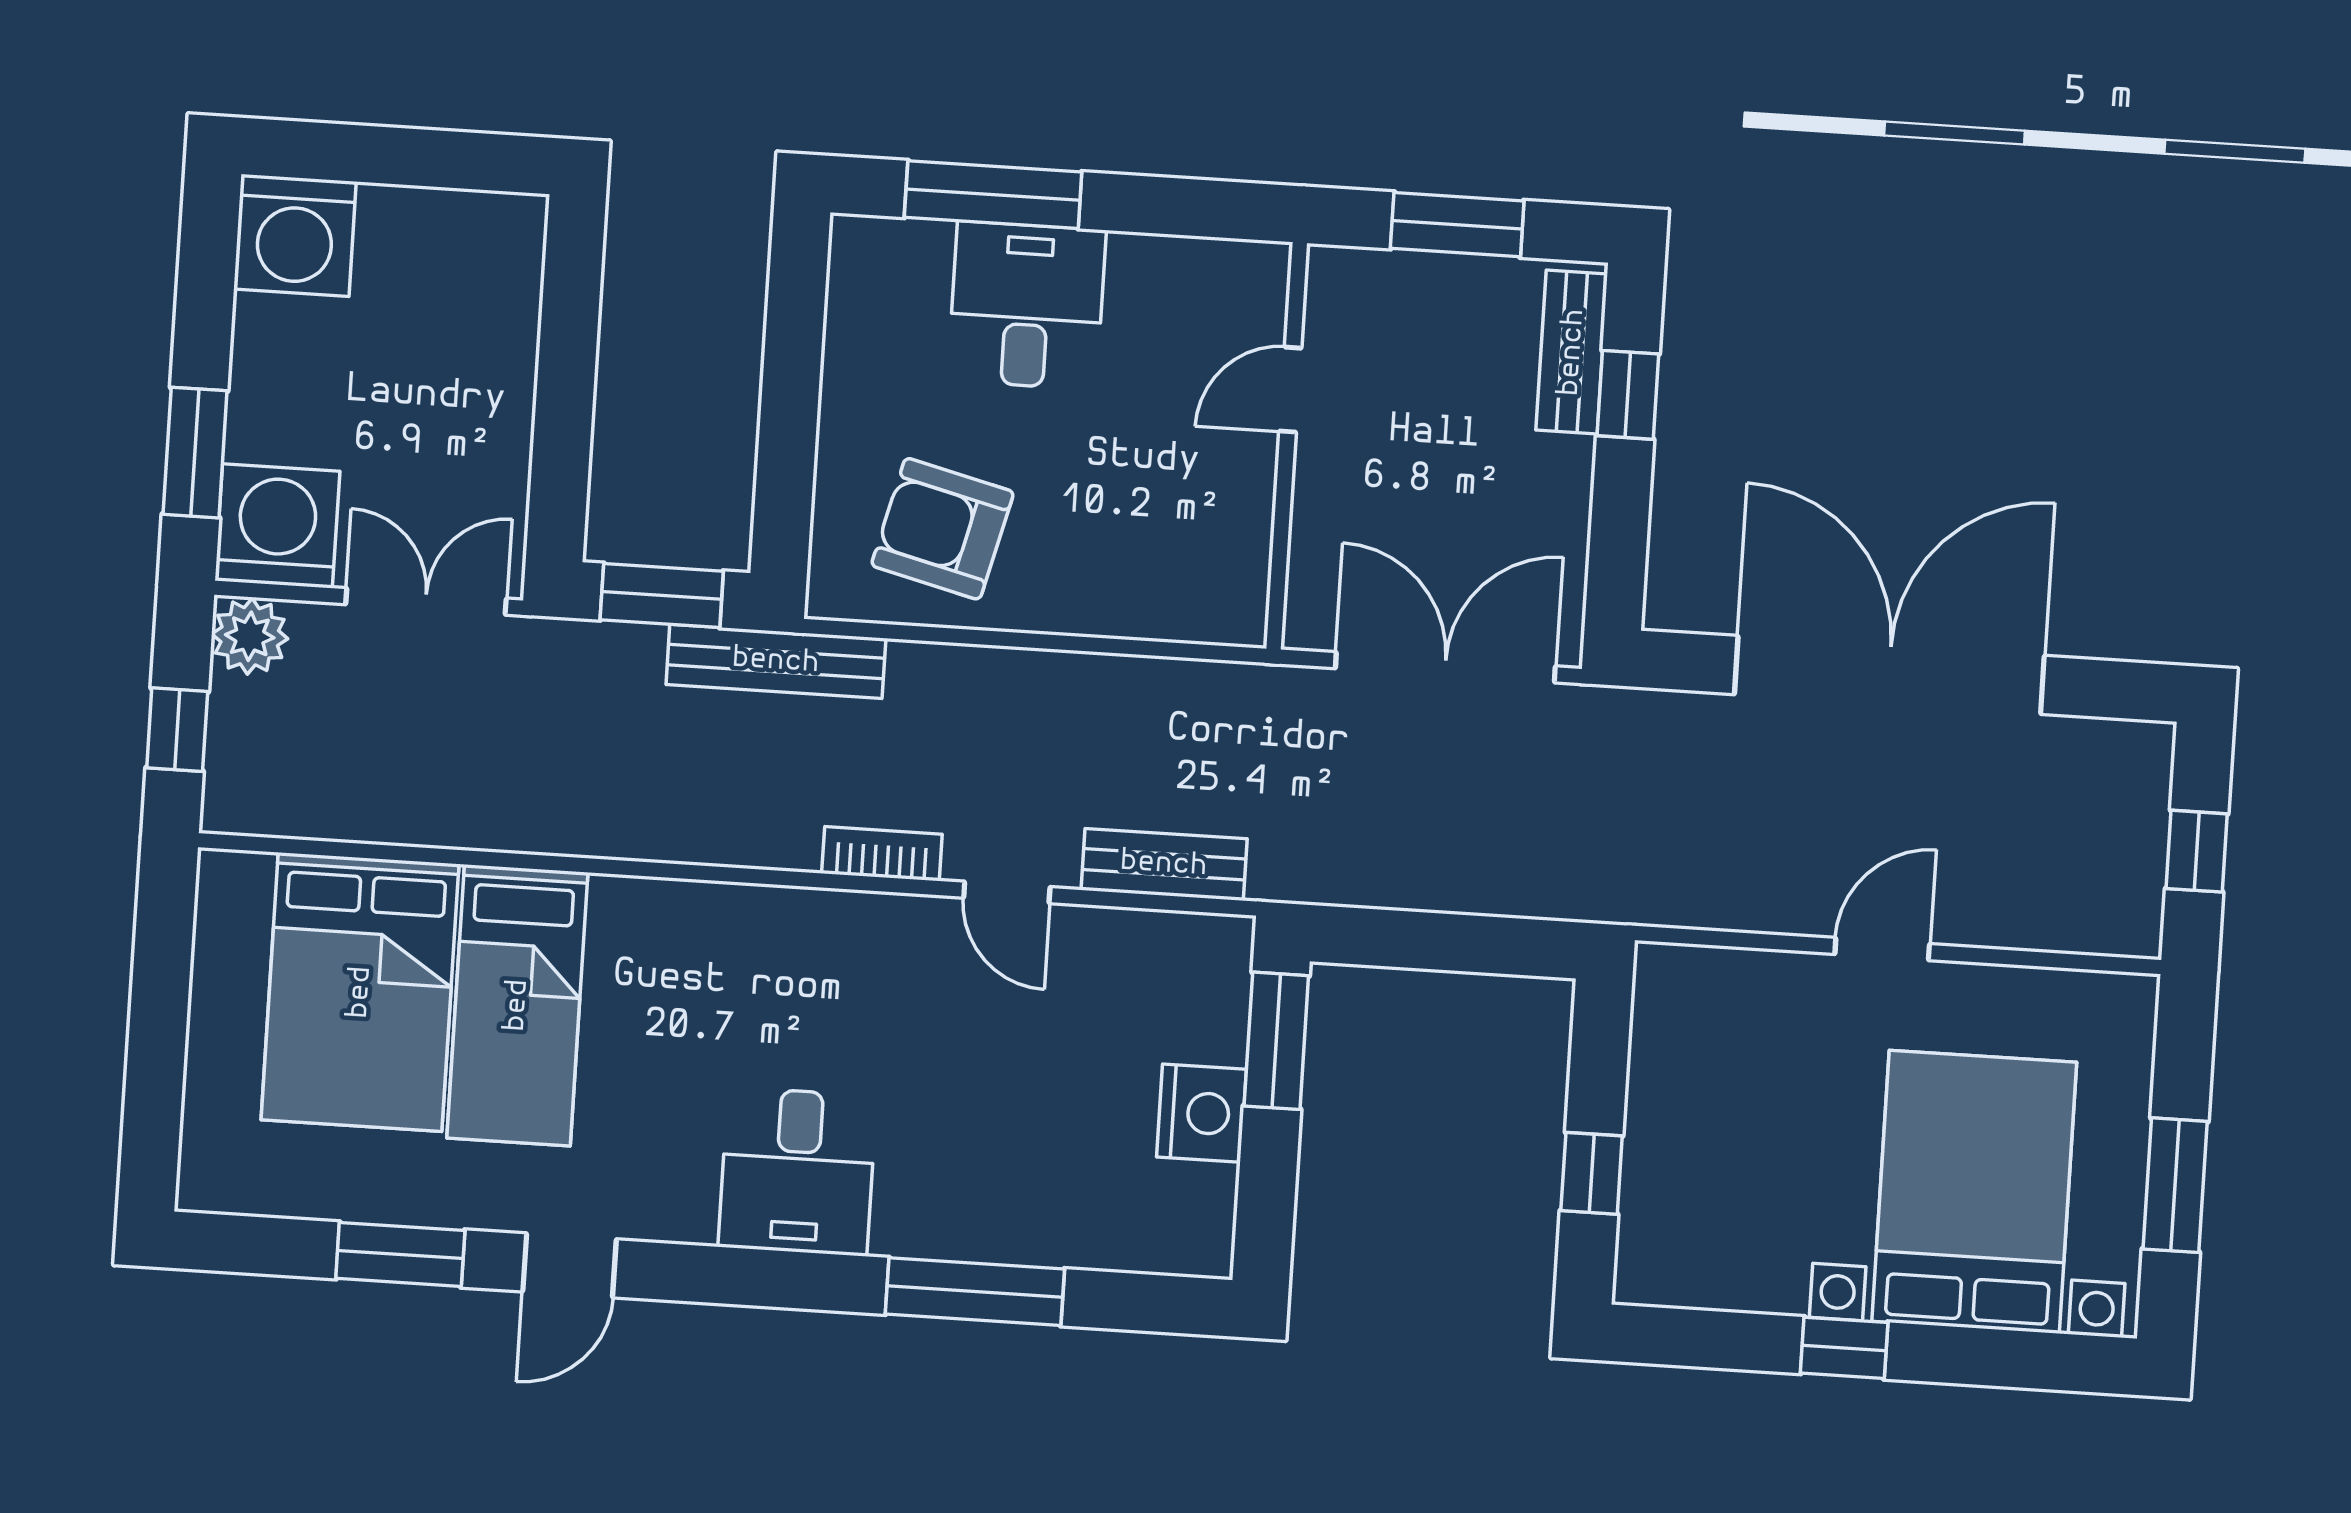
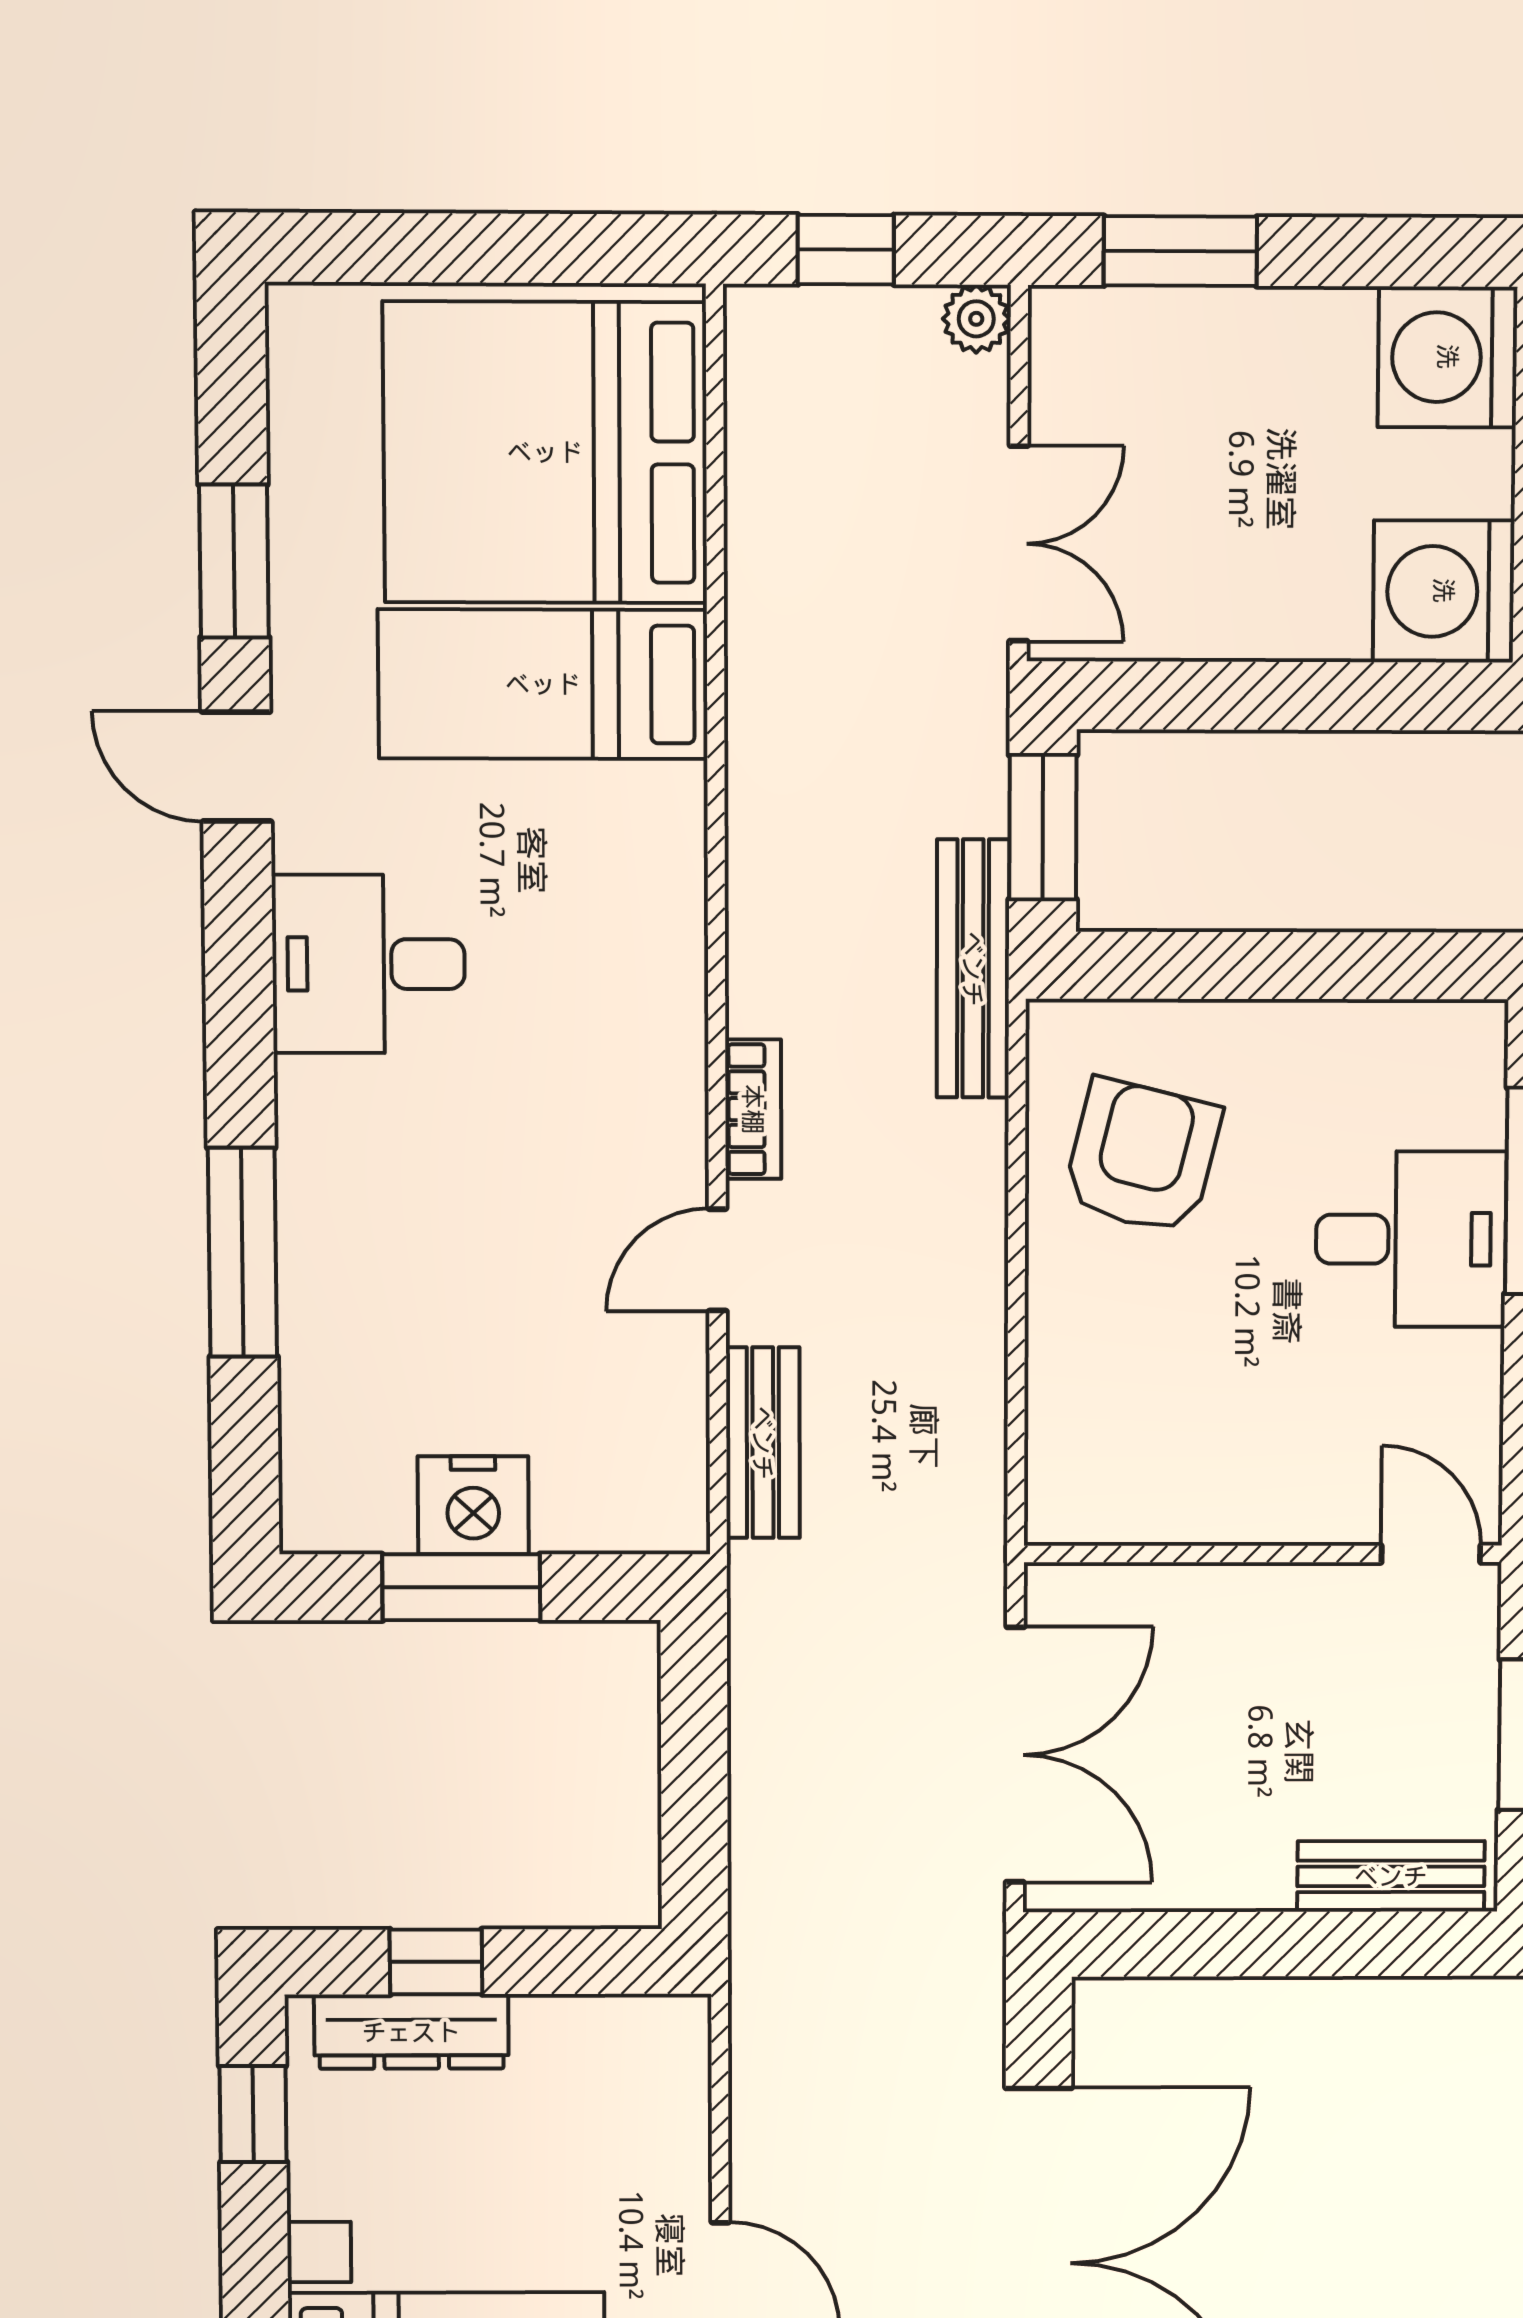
door: (1290, 390) -> (1431, 1554), moved
window: (1628, 395) -> (1345, 1944), removed
washing machine: (277, 526) -> (1444, 591), moved, turned 180
plant: (250, 636) -> (976, 319), width x0.73, depth x0.73
bed: (360, 992) -> (545, 452), width x1.36
window: (1276, 1041) -> (461, 1587), moved
desk: (797, 1171) -> (368, 964), moved
dresser: (1651, 1199) -> (411, 2032), added
window: (1844, 1348) -> (253, 2114), moved

